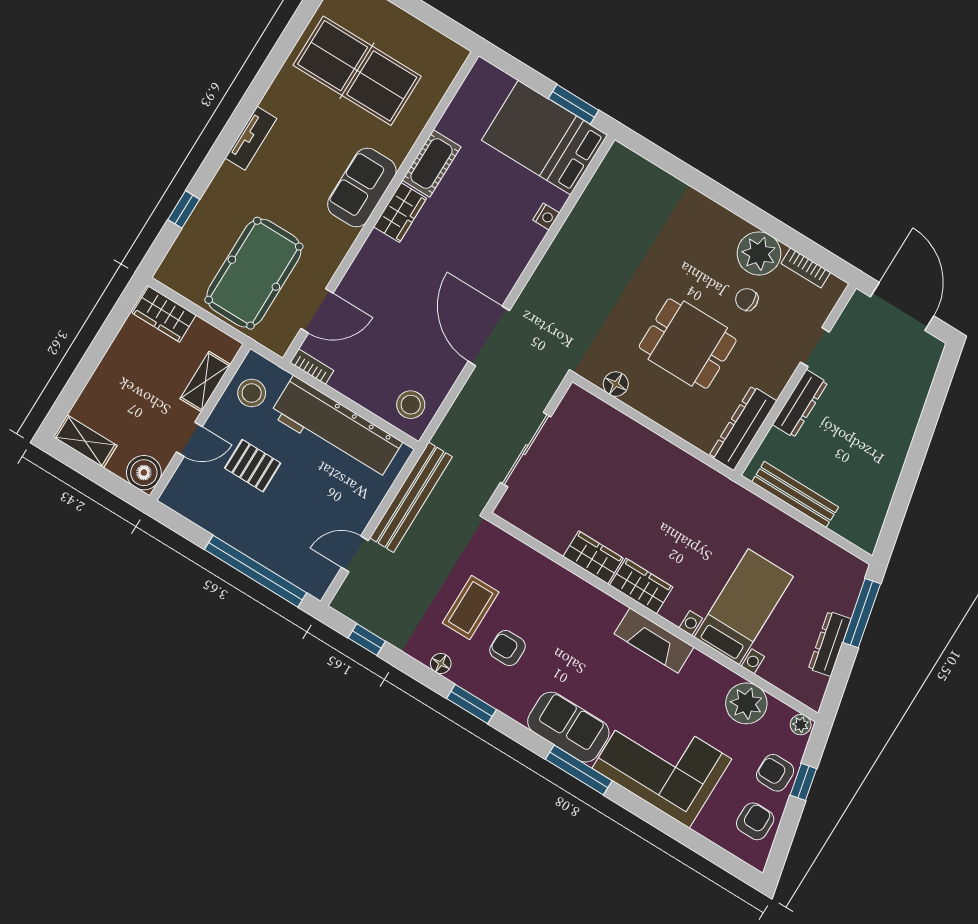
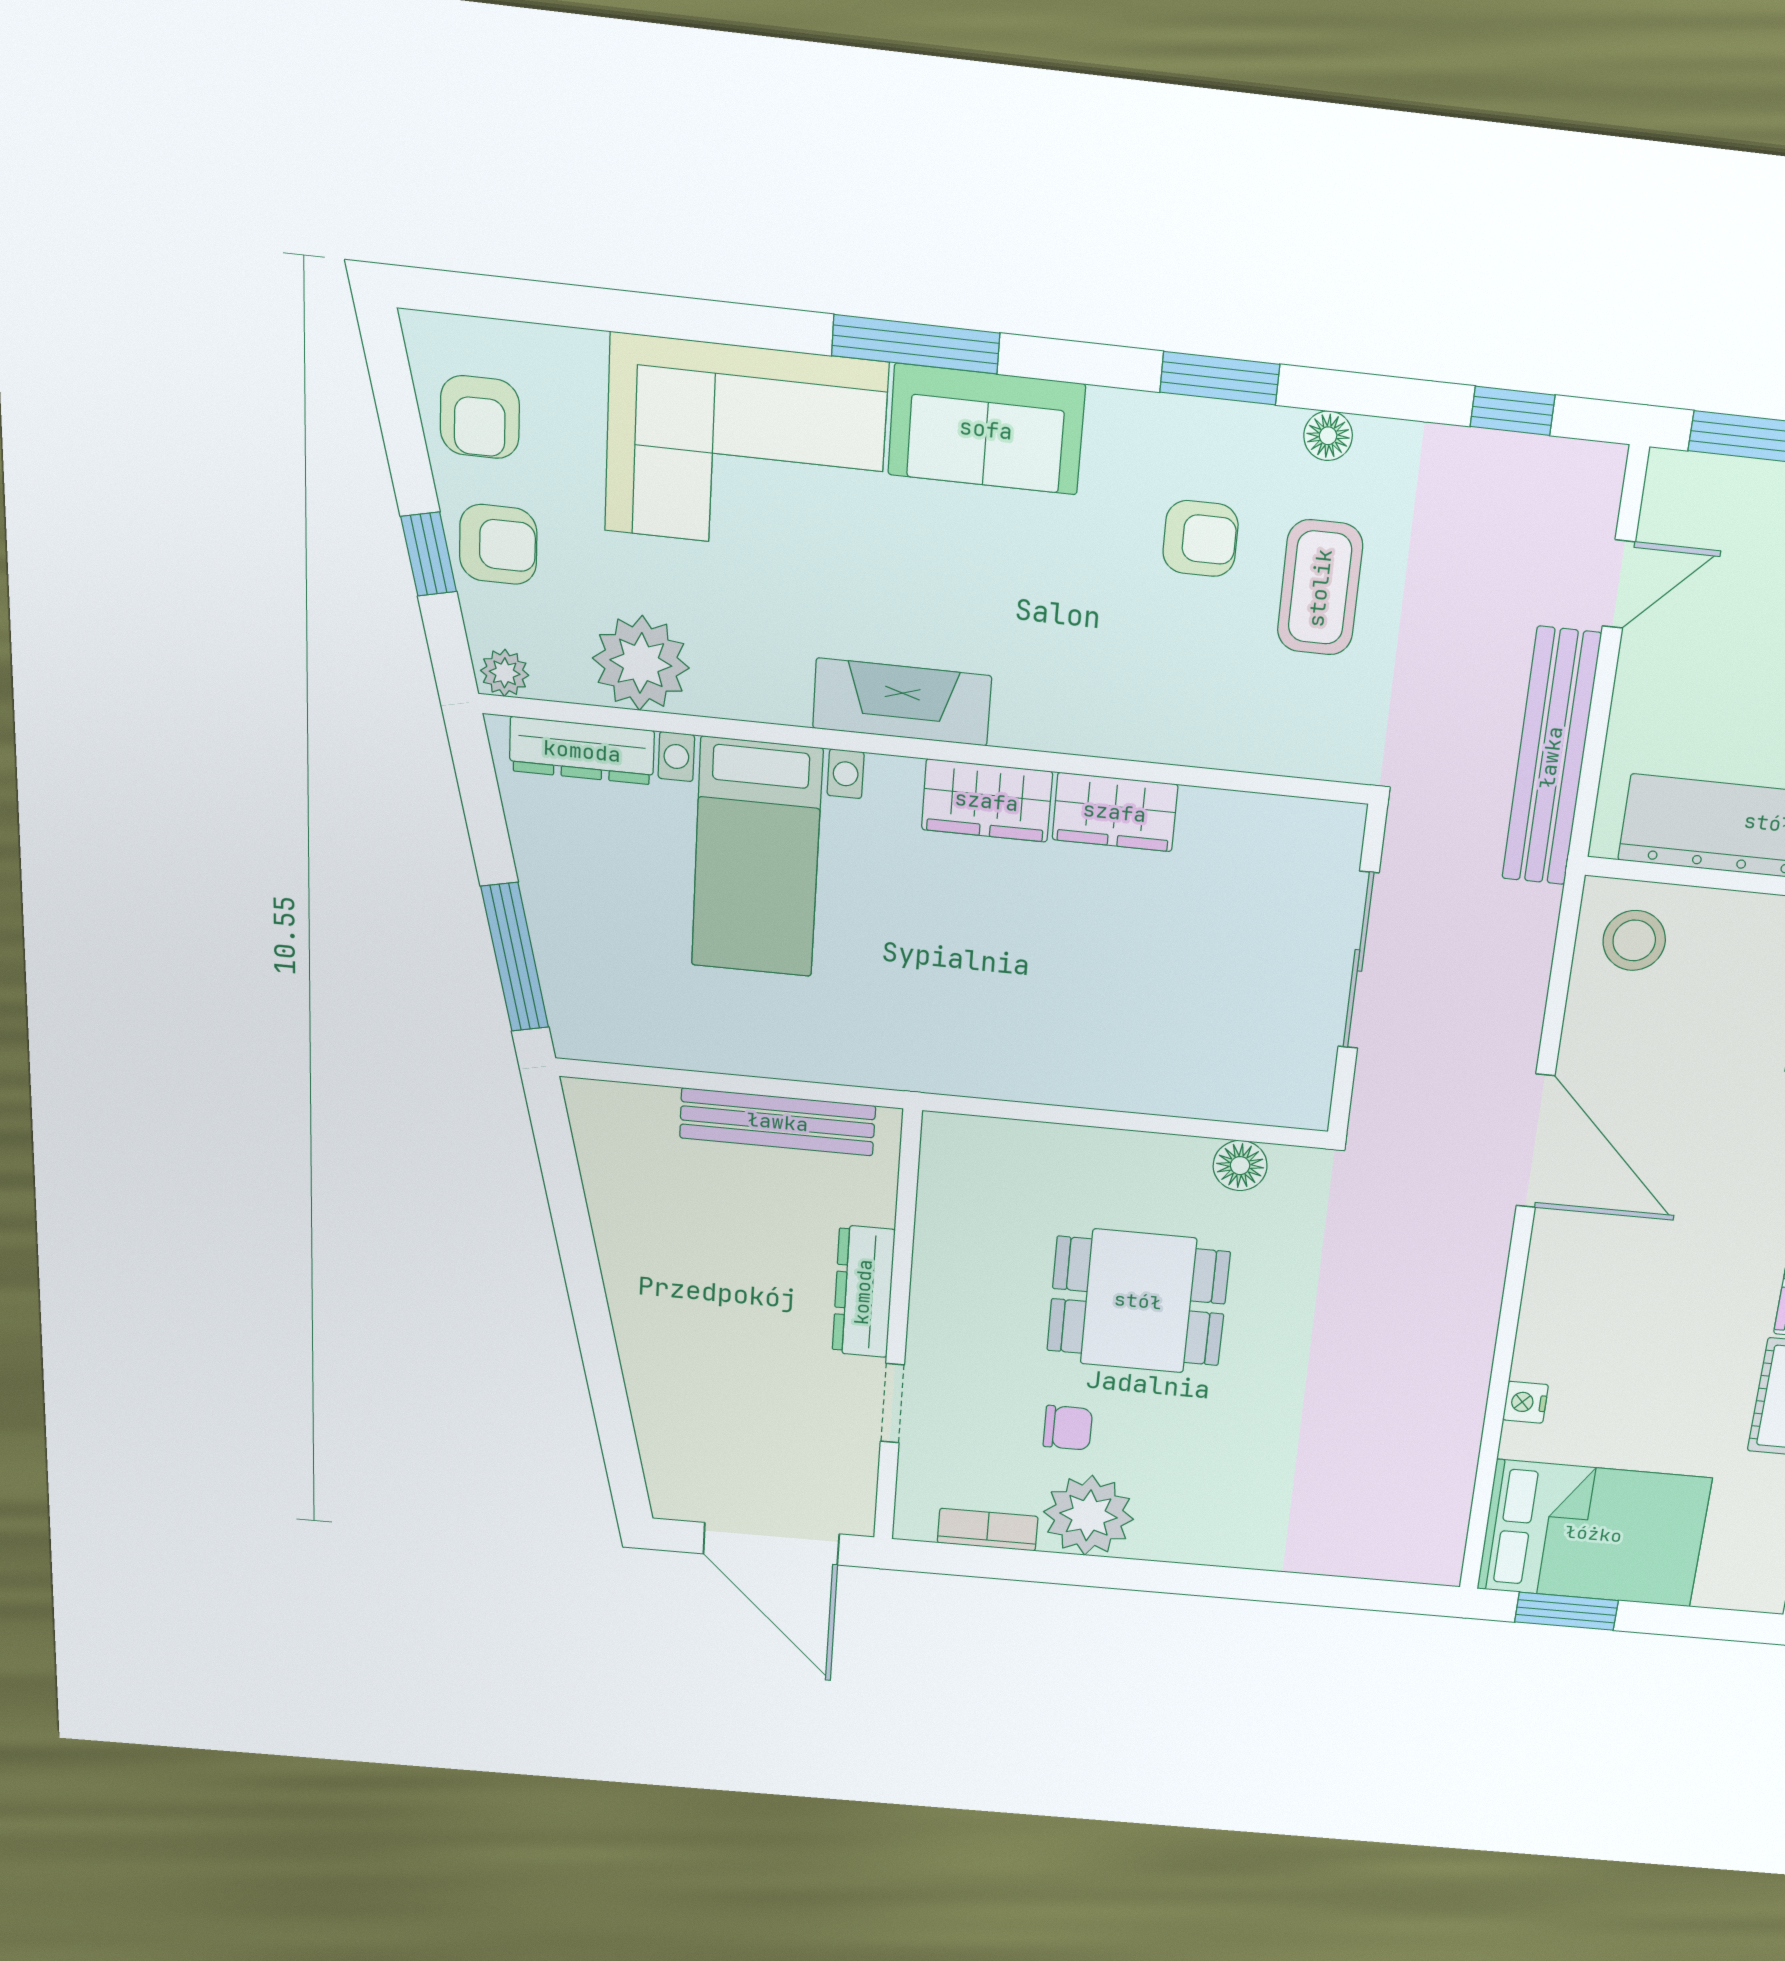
dresser: (743, 428) -> (948, 1197), removed
dresser: (830, 644) -> (582, 751), moved, turned 103

